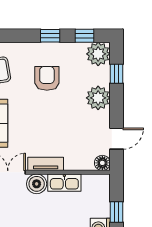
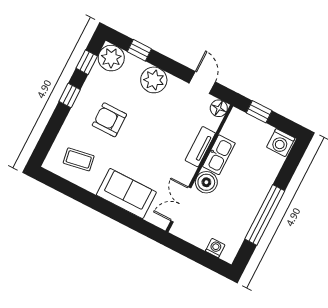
tv unit: (46, 164) -> (200, 147), moved
window: (116, 212) -> (259, 112), moved

